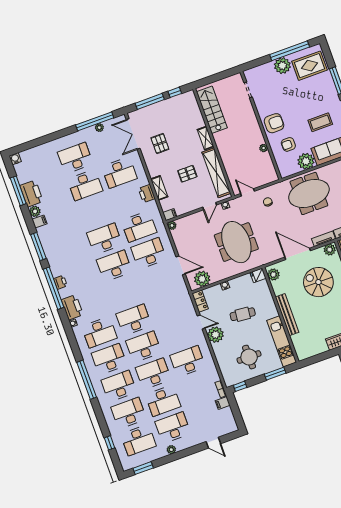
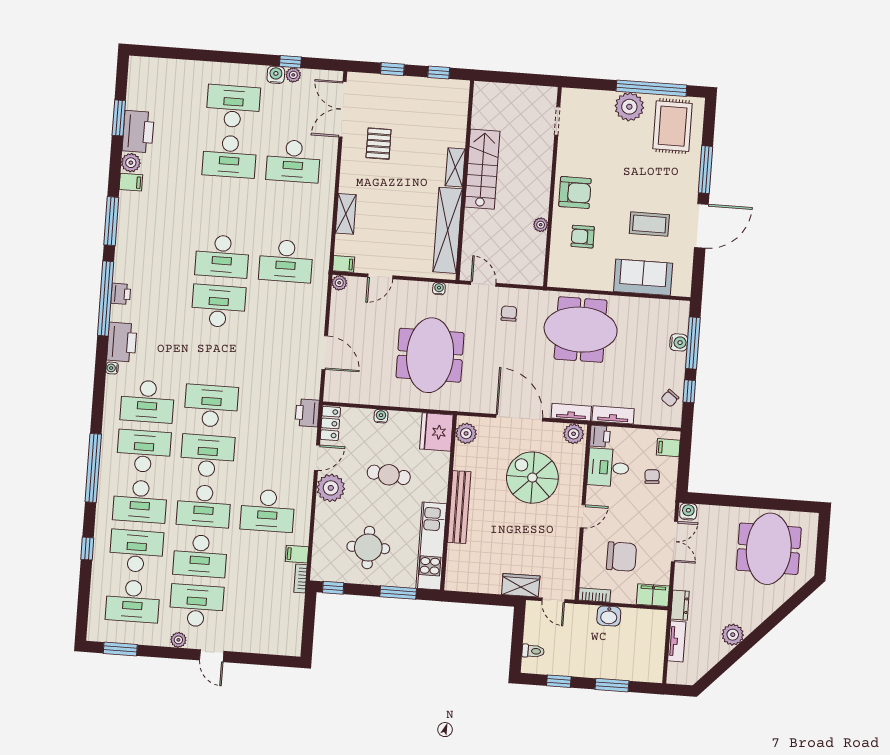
rug: (309, 66) -> (673, 126), turned 90
window: (150, 101) -> (392, 69), width x0.46
stairs: (212, 110) -> (482, 169), moved
window: (95, 121) -> (290, 62), width x0.32
water cooler: (15, 159) -> (276, 75), moved
plant: (306, 161) -> (599, 276), removed
pallet: (187, 174) -> (401, 211), removed
window: (18, 191) -> (119, 118), width x0.69
printer: (147, 194) -> (307, 413), moved
door: (210, 206) -> (380, 276), moved
desk: (104, 239) -> (222, 256), turned 180
desk: (149, 253) -> (282, 311), removed
fridge: (258, 275) -> (436, 432), width x1.88, depth x1.34
plant: (202, 279) -> (349, 389), removed
door: (201, 322) -> (317, 458), hinge flipped
desk: (188, 361) -> (268, 511), turned 180
desk: (153, 374) -> (204, 506), turned 180
desk: (119, 386) -> (140, 501), turned 180
filing cabinet: (223, 403) -> (297, 554), moved
window: (109, 443) -> (87, 549), moved
door: (213, 443) -> (212, 656), moved

